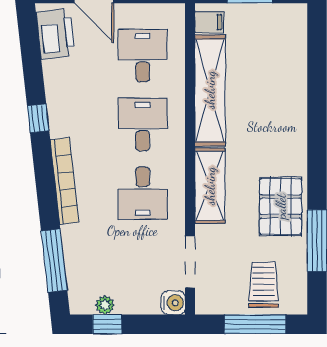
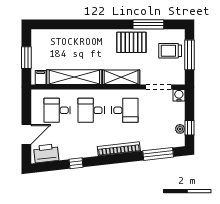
window: (38, 118) -> (76, 163), moved

